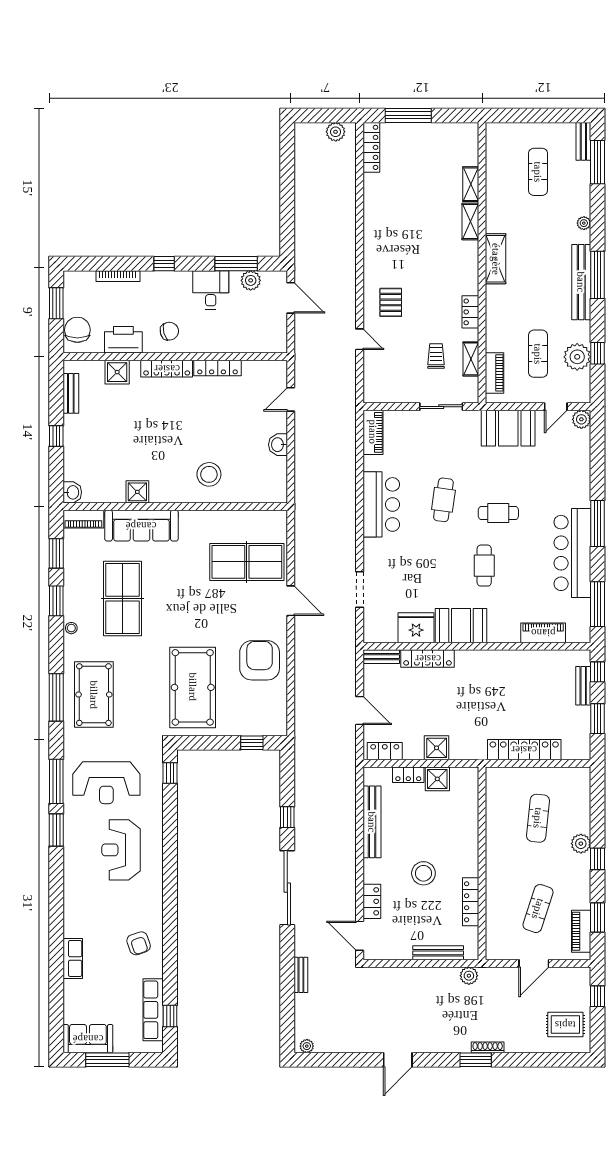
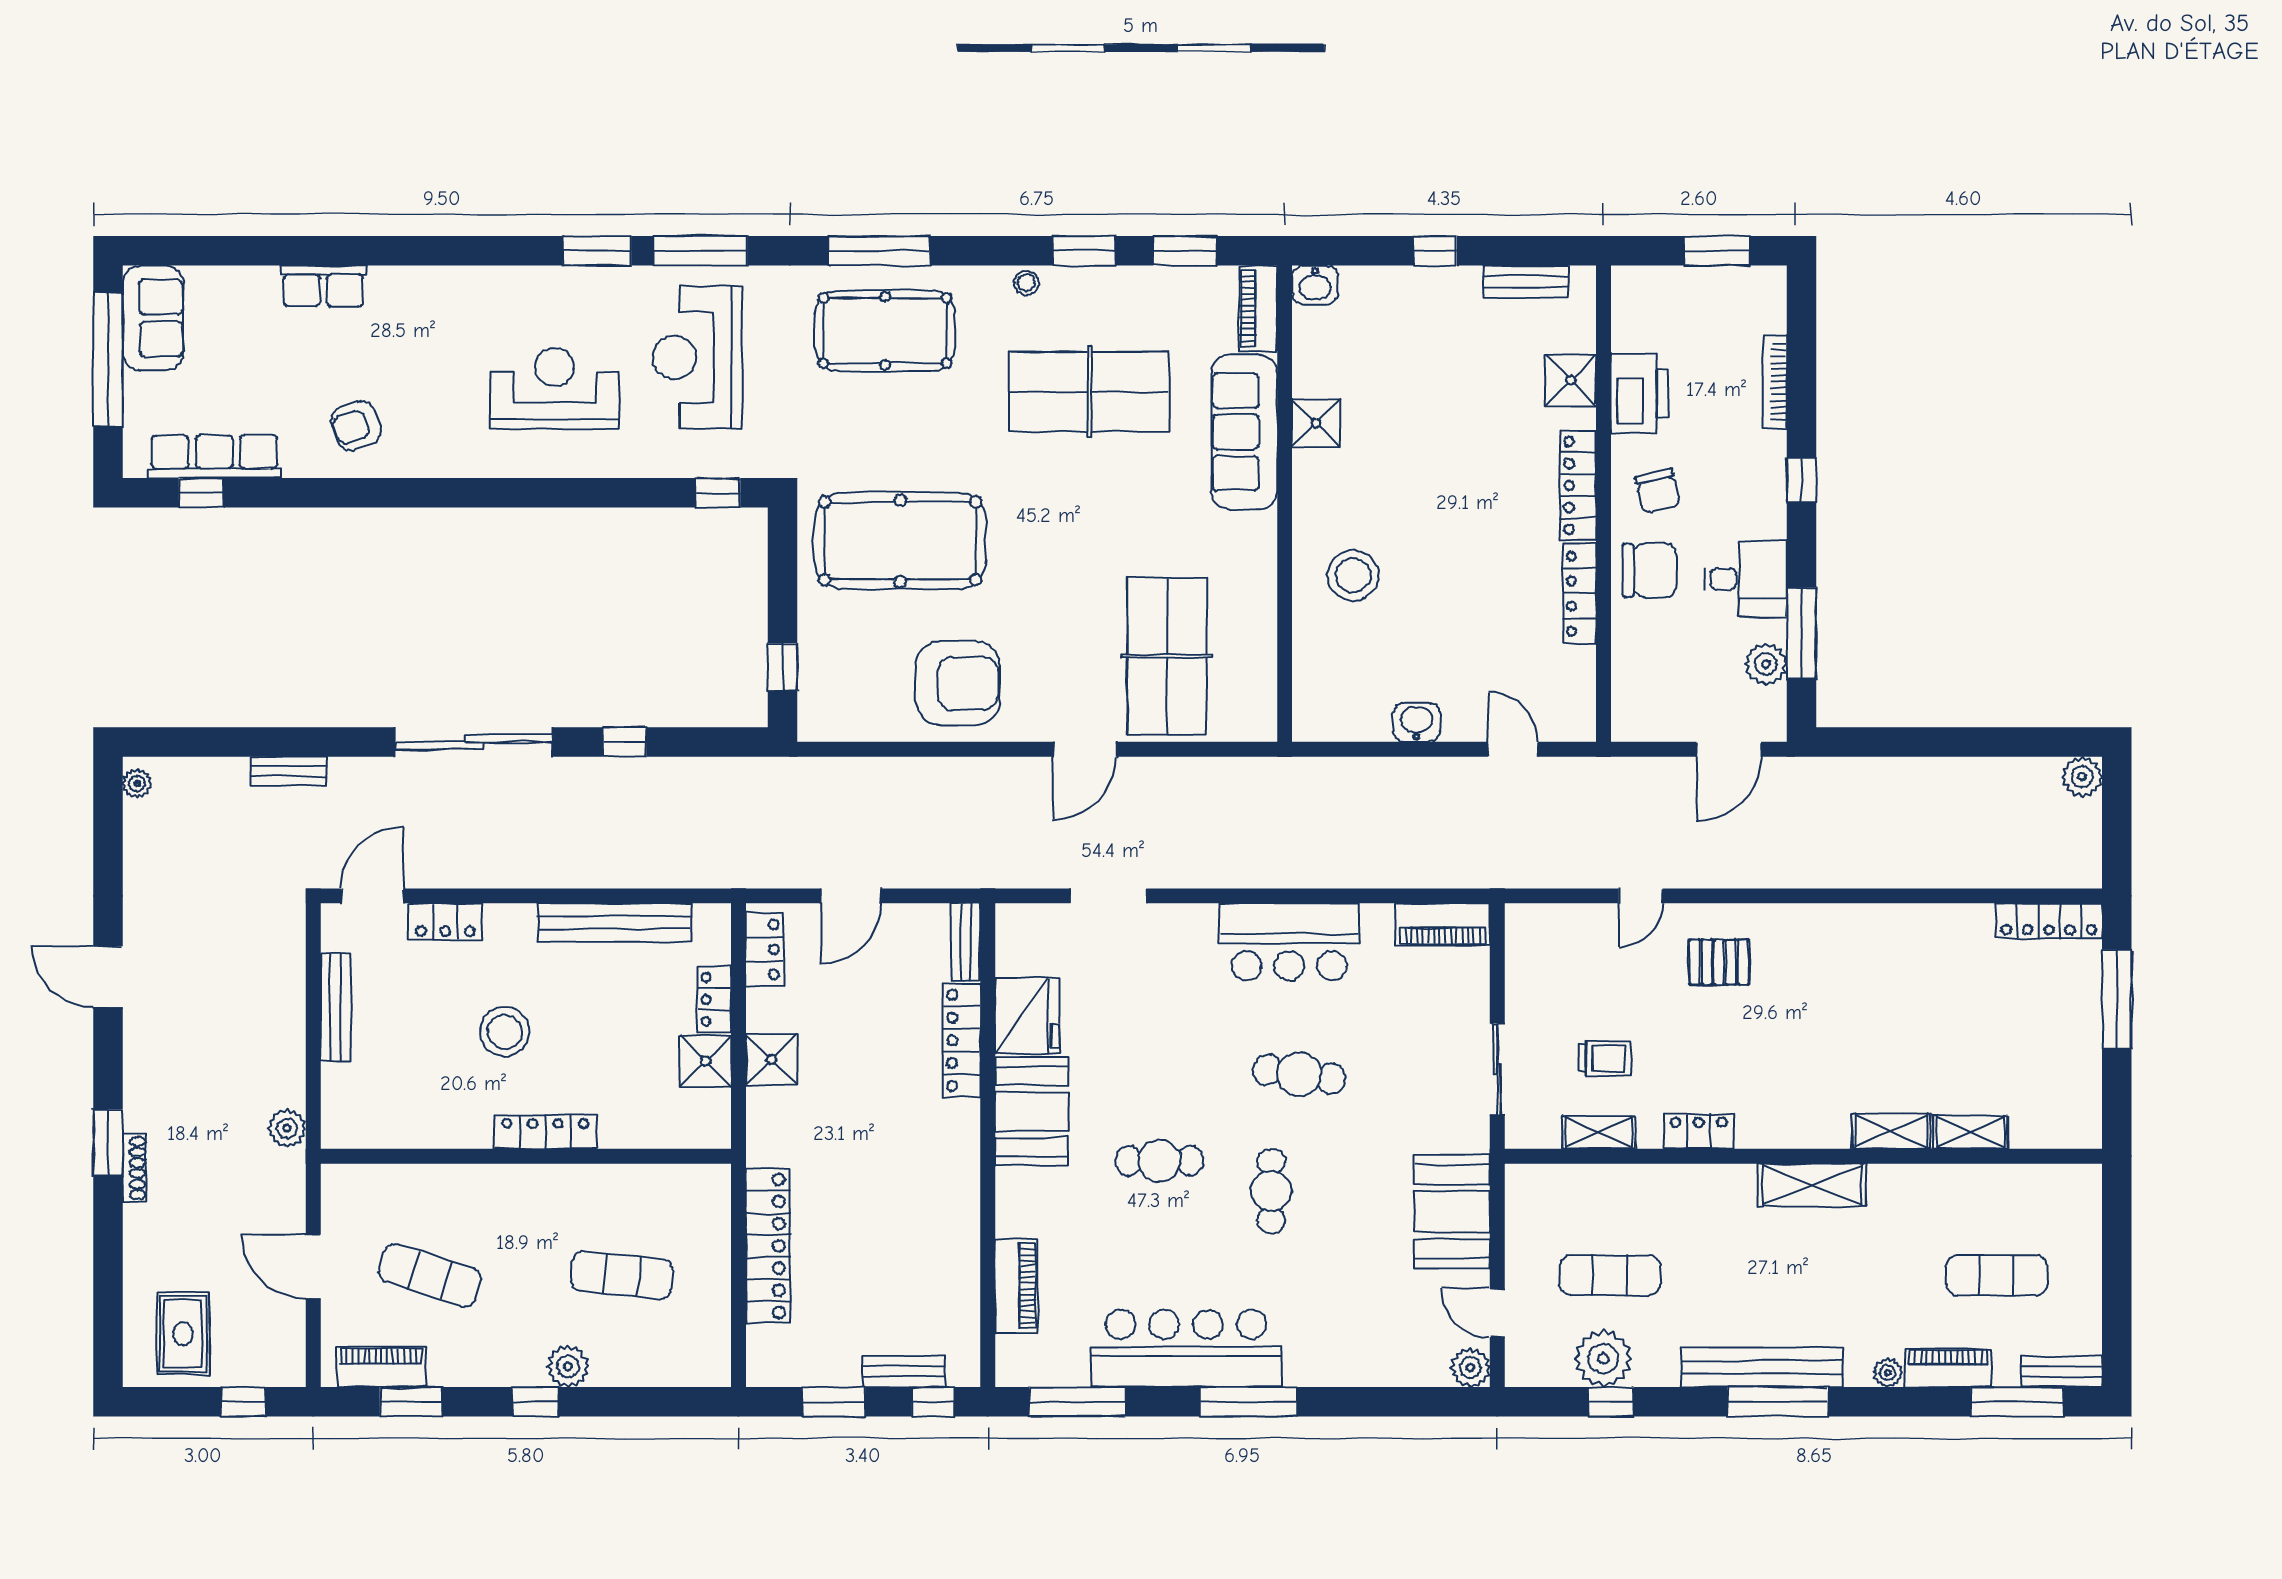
plant: (336, 132) -> (2082, 777), moved
chair: (77, 330) -> (1650, 570), moved
piano: (495, 373) -> (1948, 1368), moved, turned 180
locker: (471, 902) -> (545, 1132), moved
bench: (438, 953) -> (336, 1008), moved
window: (107, 1060) -> (108, 360), width x1.46

